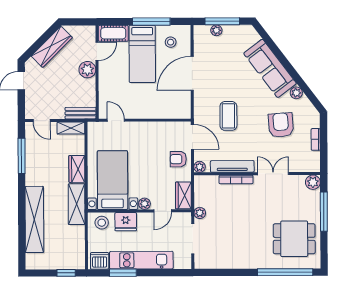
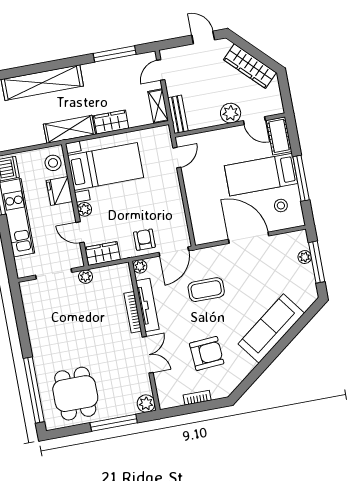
plant: (296, 93) -> (248, 365), removed

